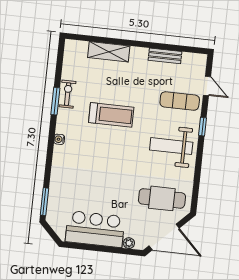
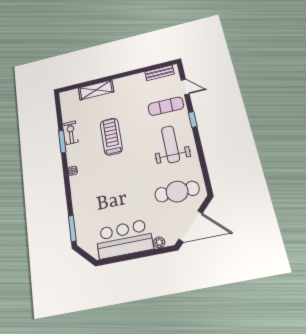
bench: (165, 56) -> (160, 73), moved
treadmill: (111, 115) -> (111, 137), turned -90
weight bench: (171, 146) -> (171, 144), turned 90

